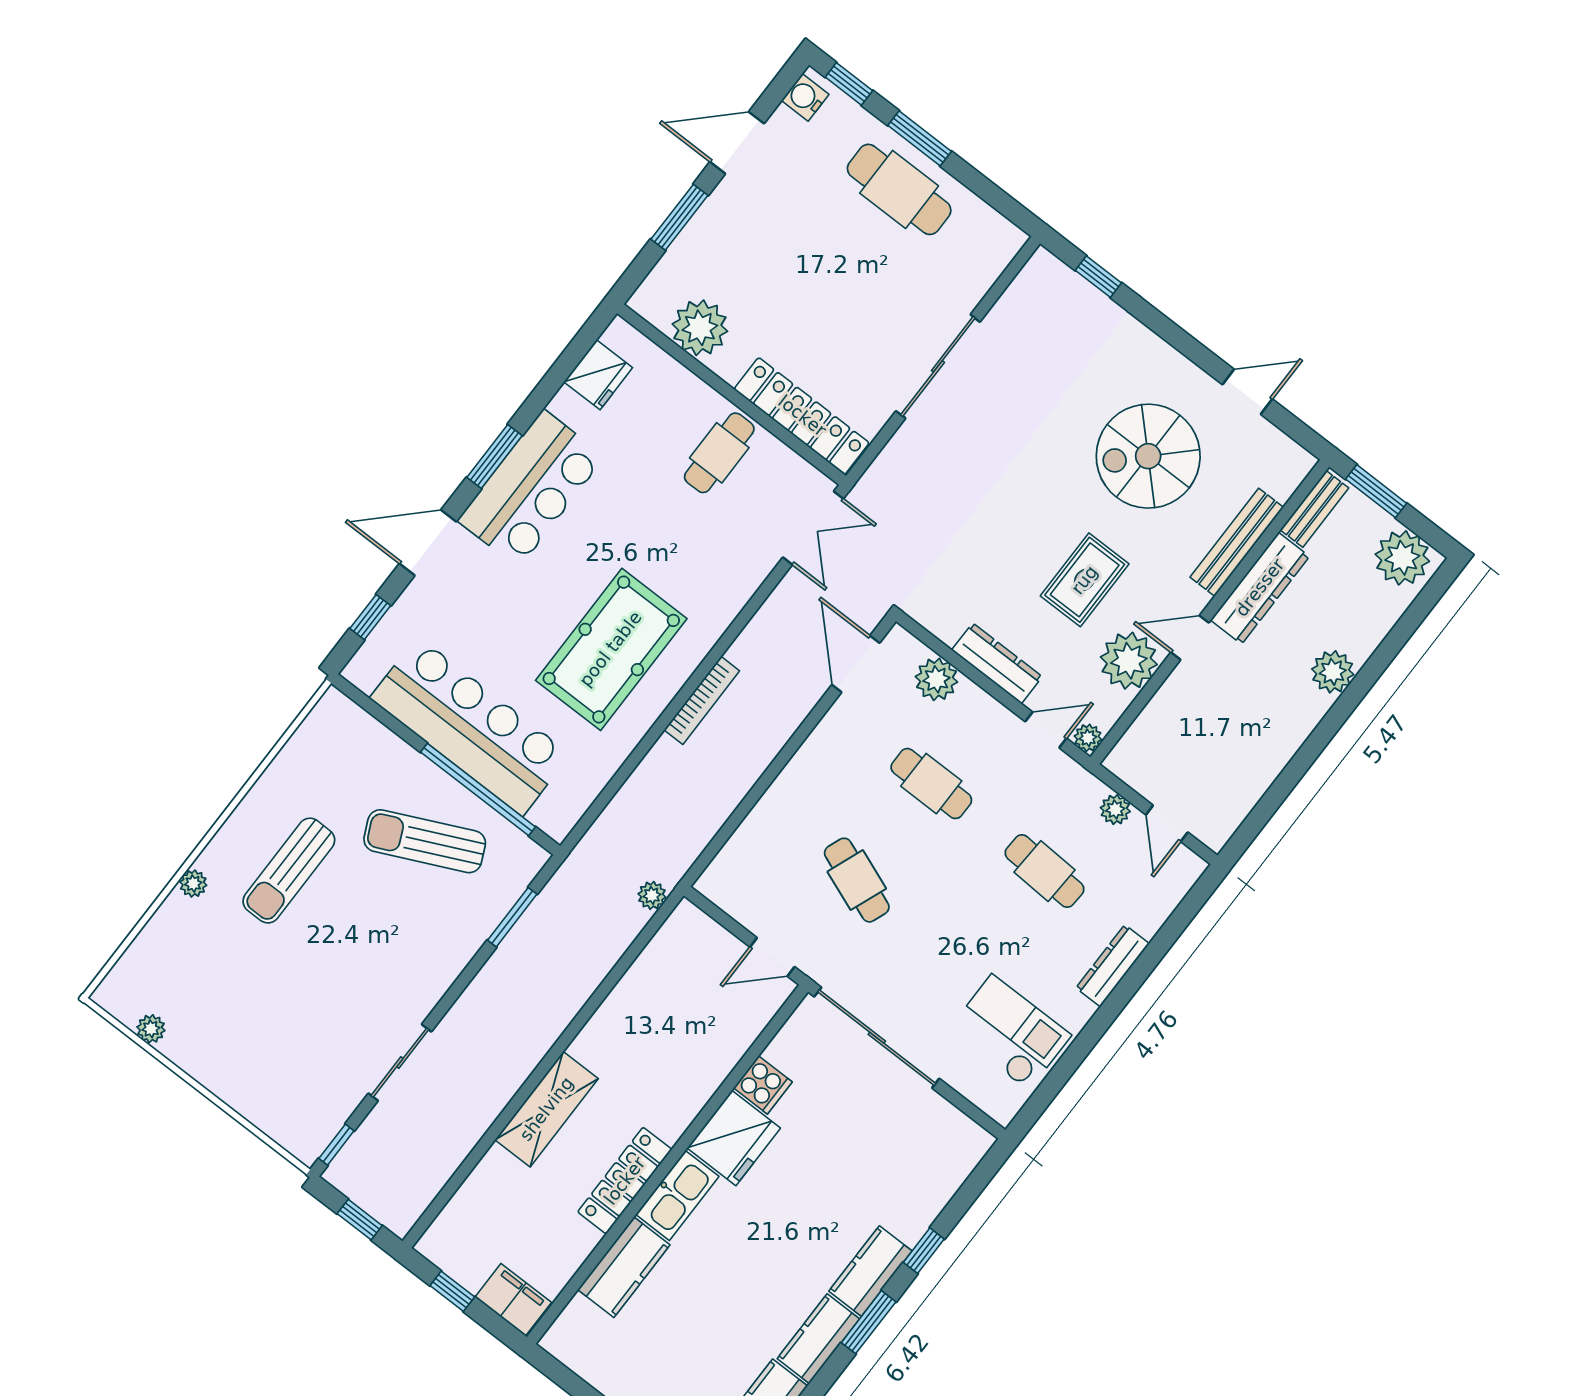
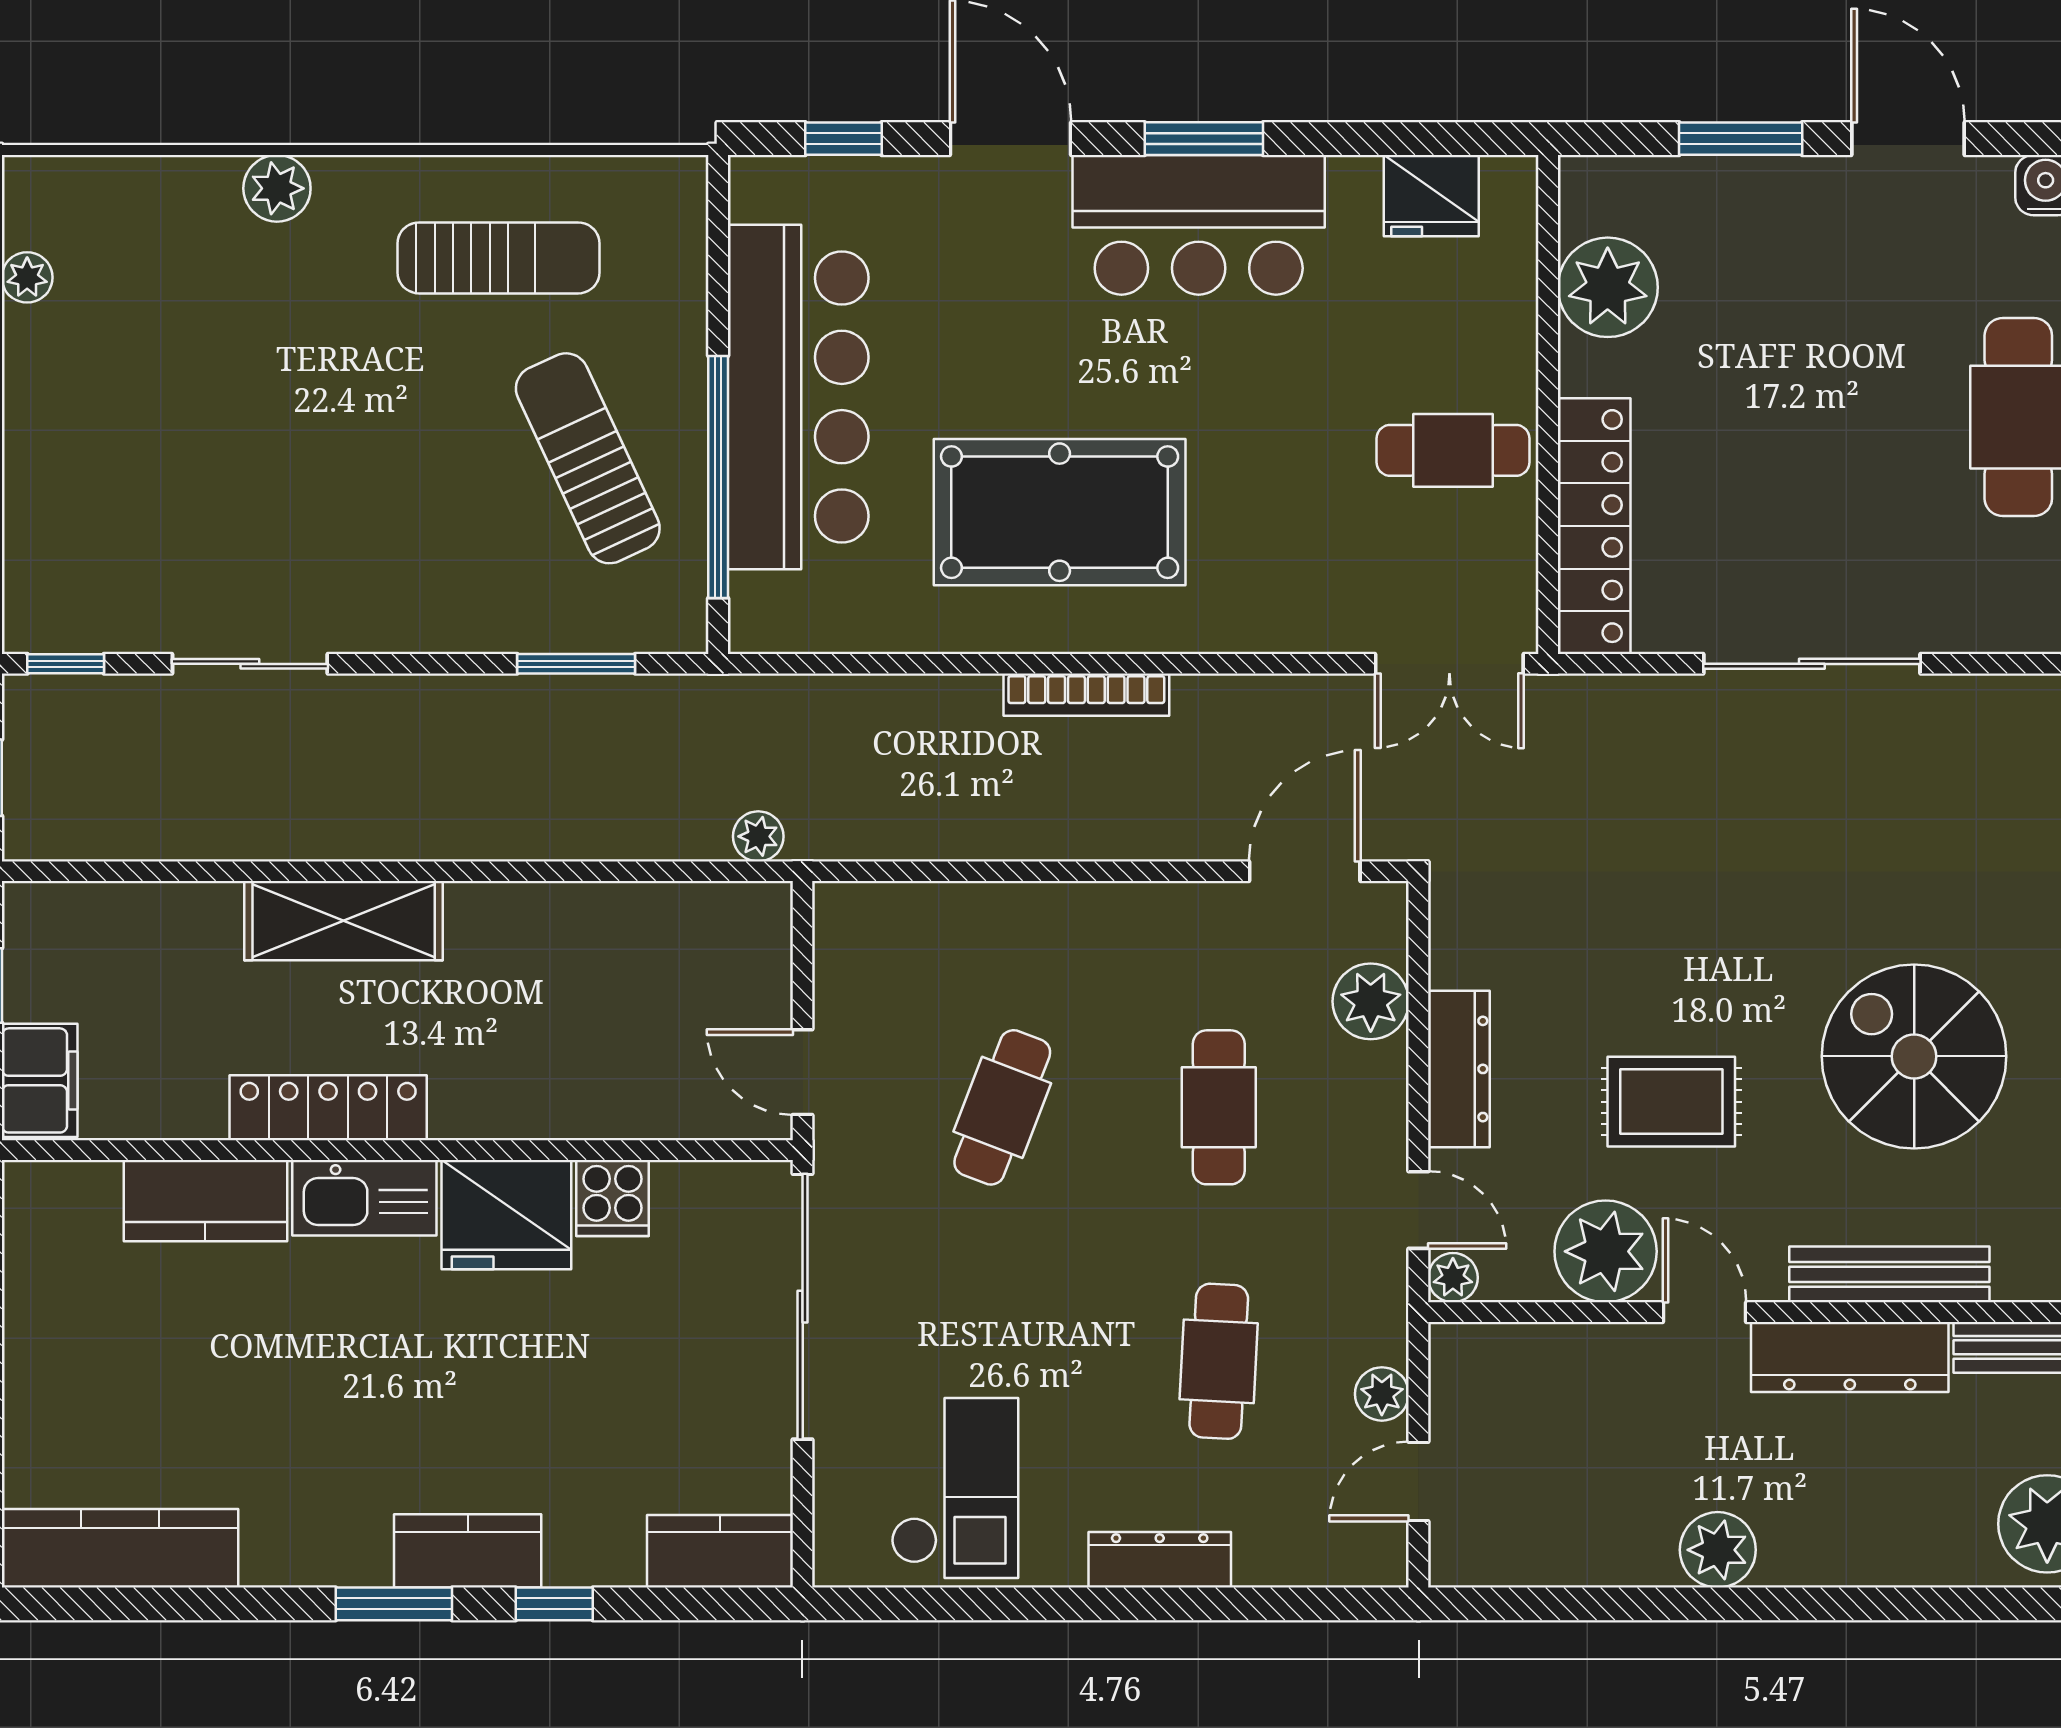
plant: (1333, 672) -> (1718, 1550), moved
sun lounger: (289, 871) -> (499, 258), moved, turned 180
plant: (193, 884) -> (277, 188), width x1.38, depth x1.38
kitchen counter: (818, 1339) -> (720, 1551), moved

